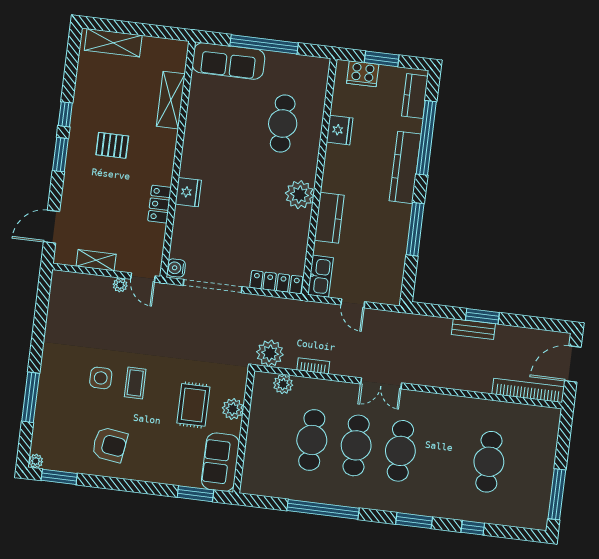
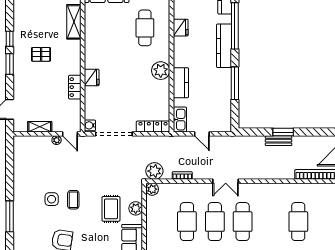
plant: (283, 384) -> (152, 189), moved

